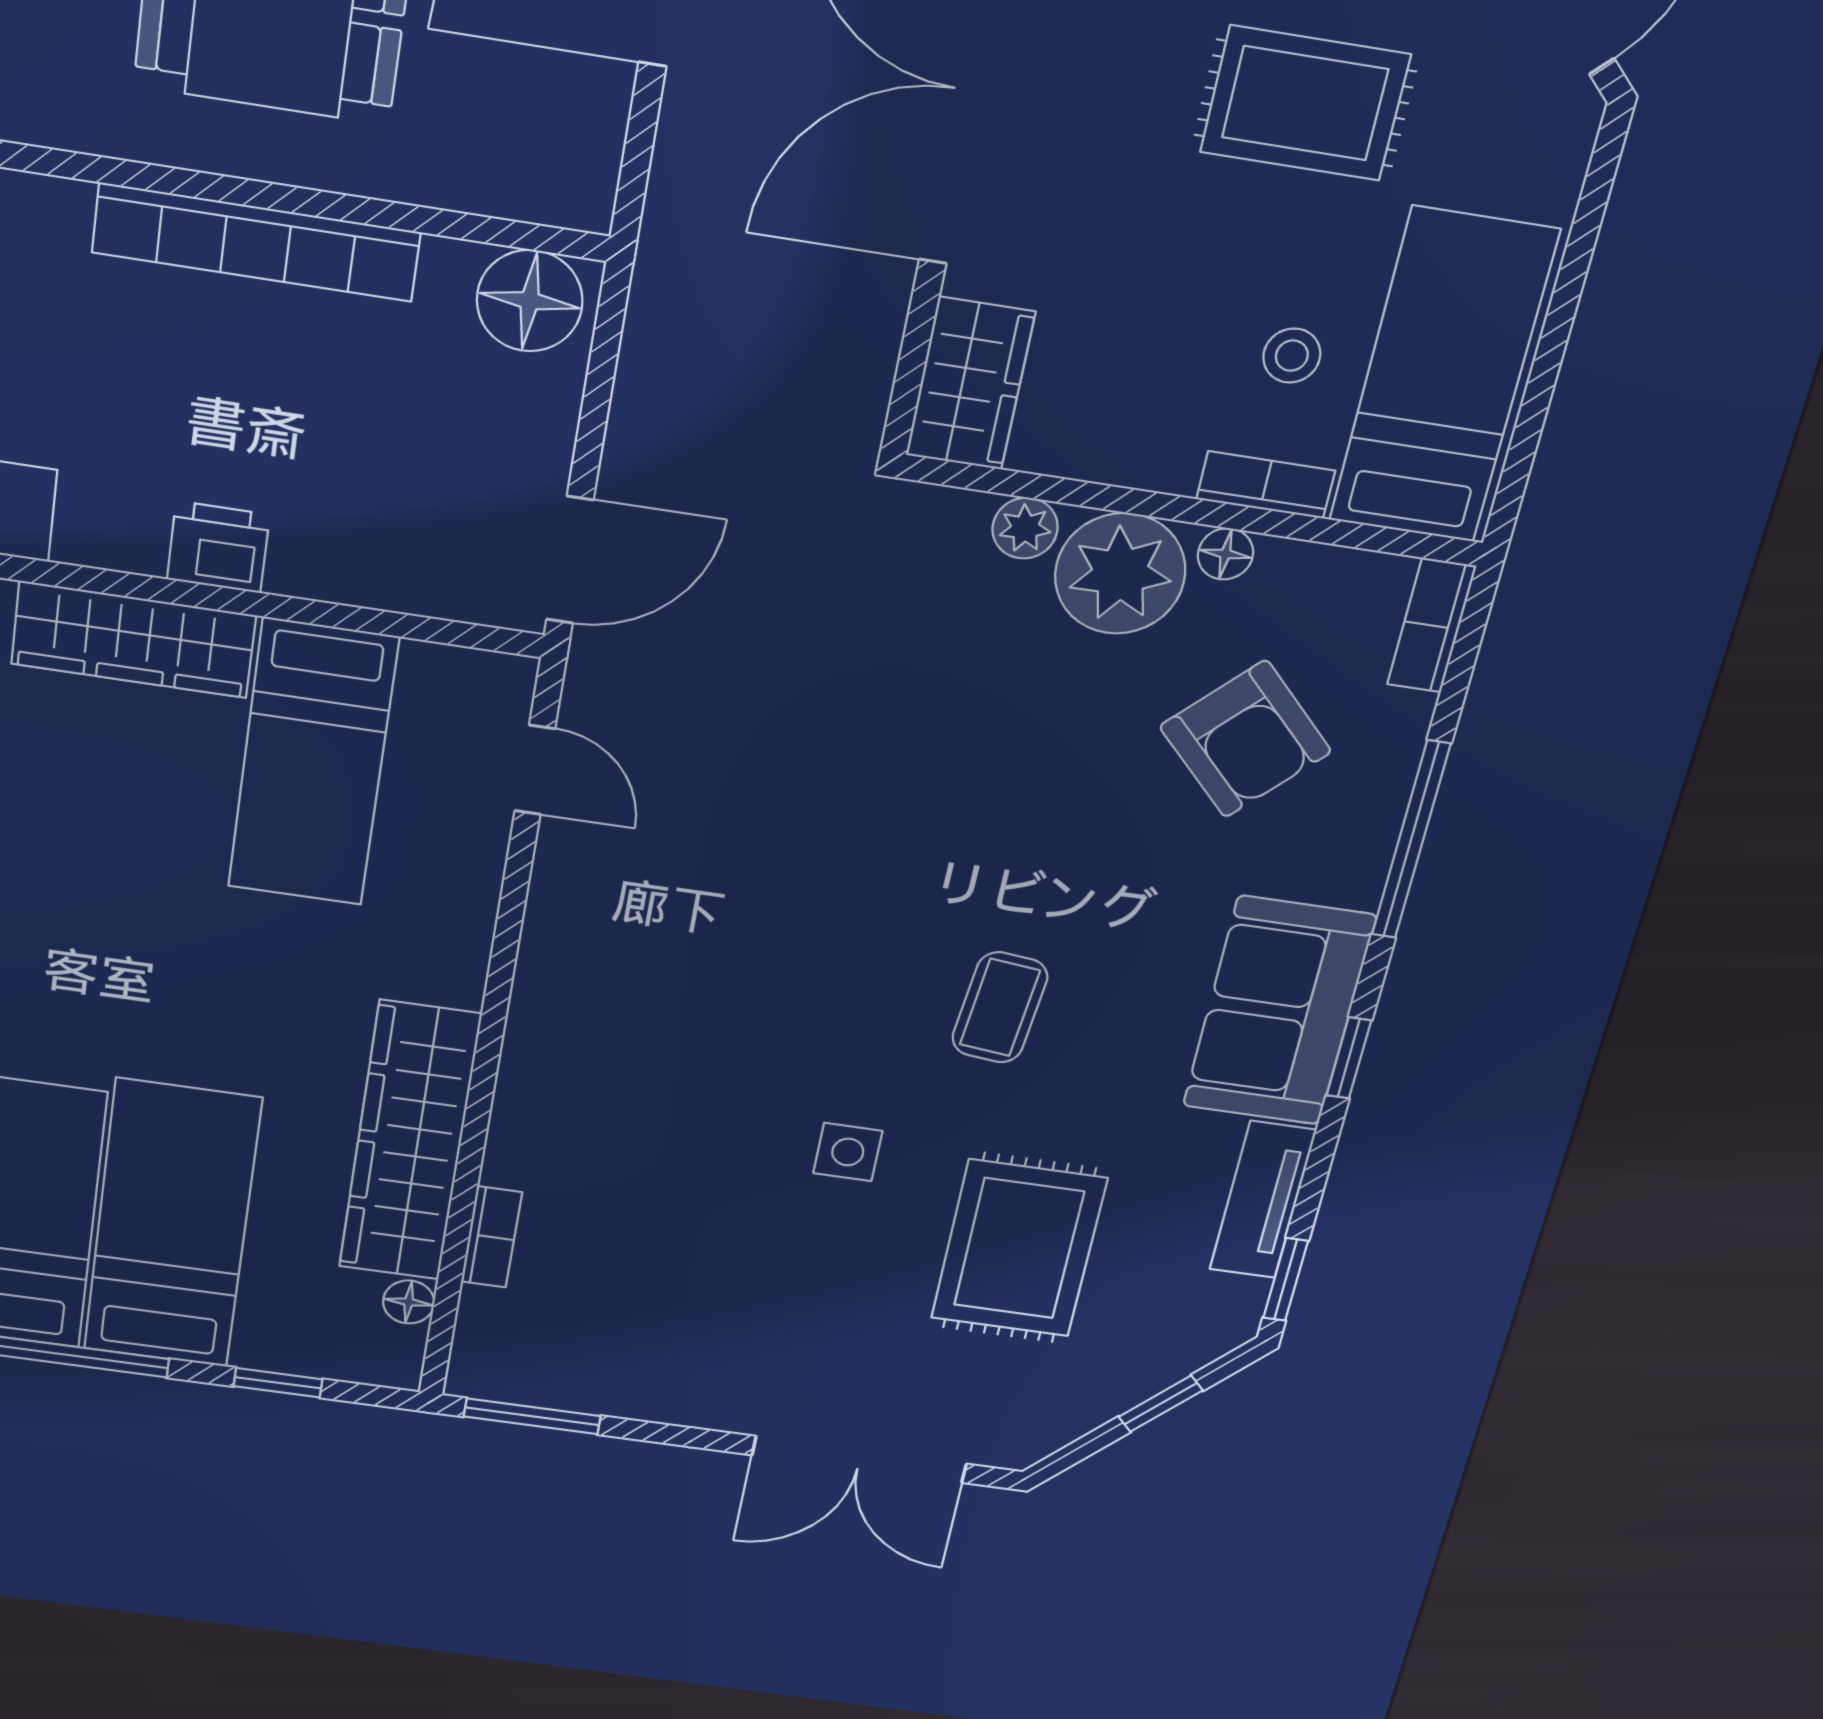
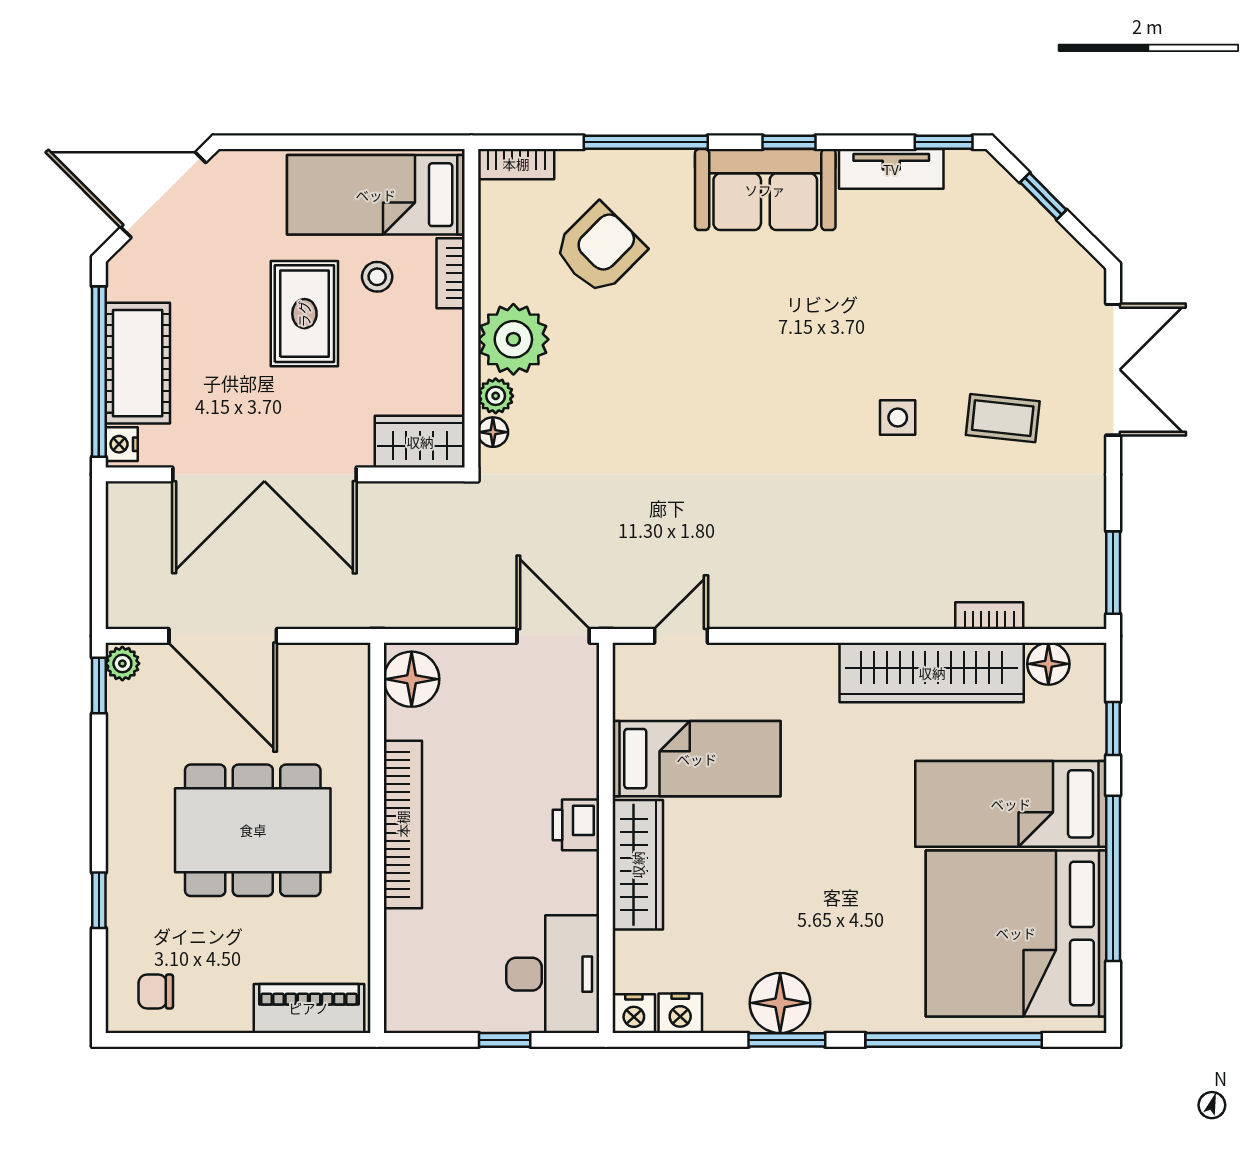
rug: (1305, 103) -> (304, 314), moved
floor lamp: (1225, 554) -> (493, 432), moved
coffee table: (1000, 1007) -> (1003, 418), moved
rug: (1019, 1248) -> (947, 304), removed
floor lamp: (409, 1302) -> (1048, 664), width x1.37, depth x1.37

